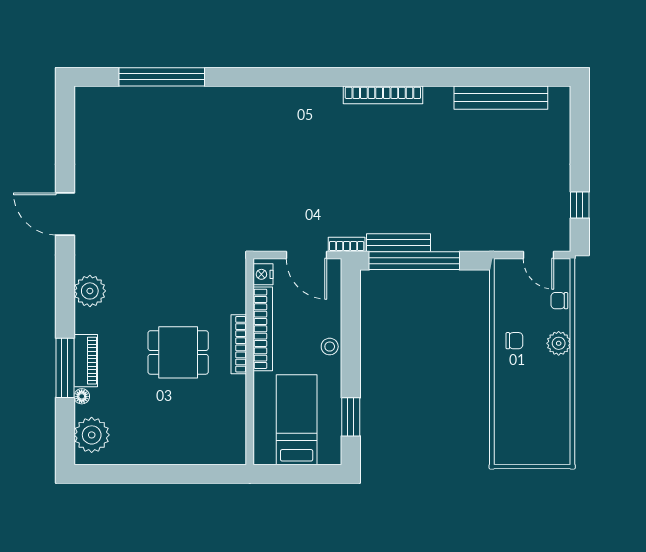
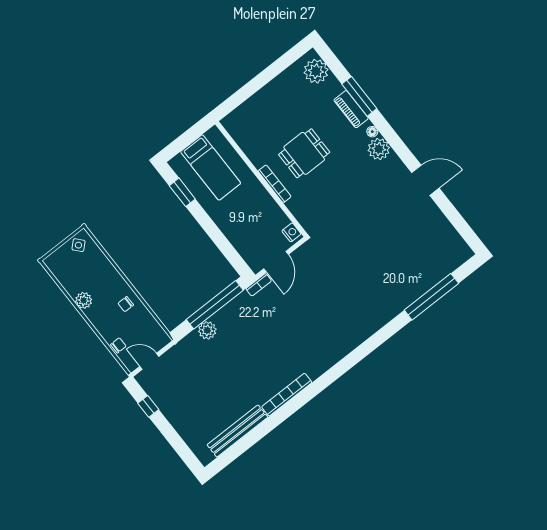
bookcase: (383, 95) -> (287, 395), moved
plant: (445, 238) -> (207, 330), added
bench: (399, 243) -> (231, 308), removed
door: (306, 255) -> (276, 262), swing flipped
bookcase: (263, 329) -> (268, 203), removed
plant: (559, 343) -> (84, 300), moved
stool: (330, 347) -> (224, 222), removed
floor lamp: (82, 396) -> (372, 132), moved
side table: (515, 450) -> (78, 245), added

